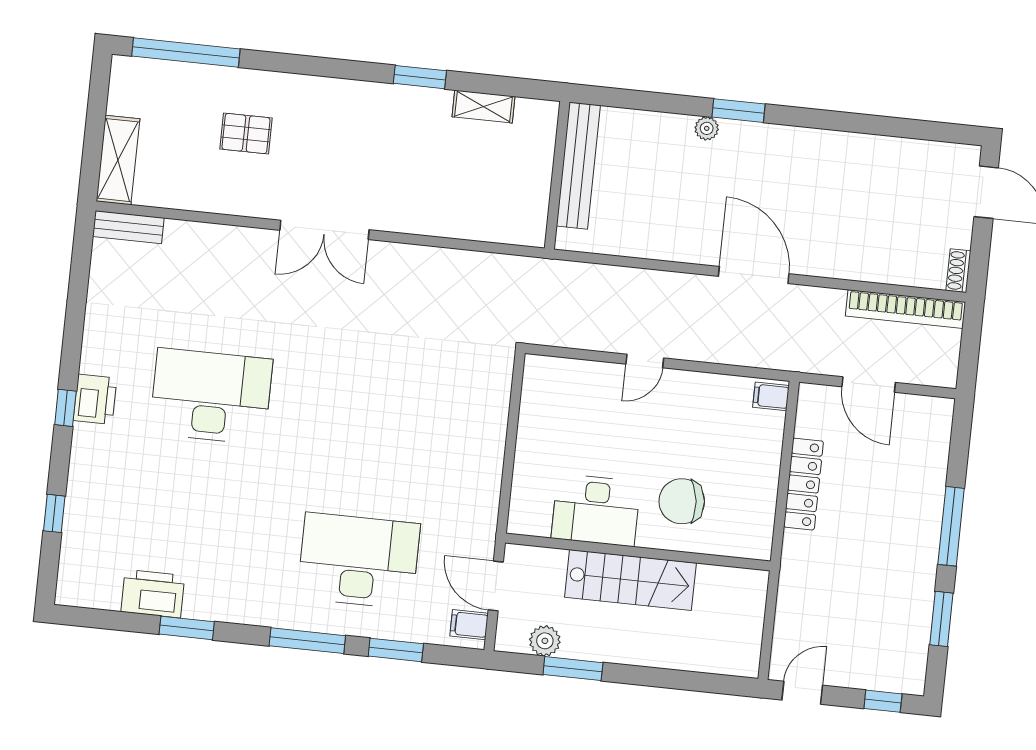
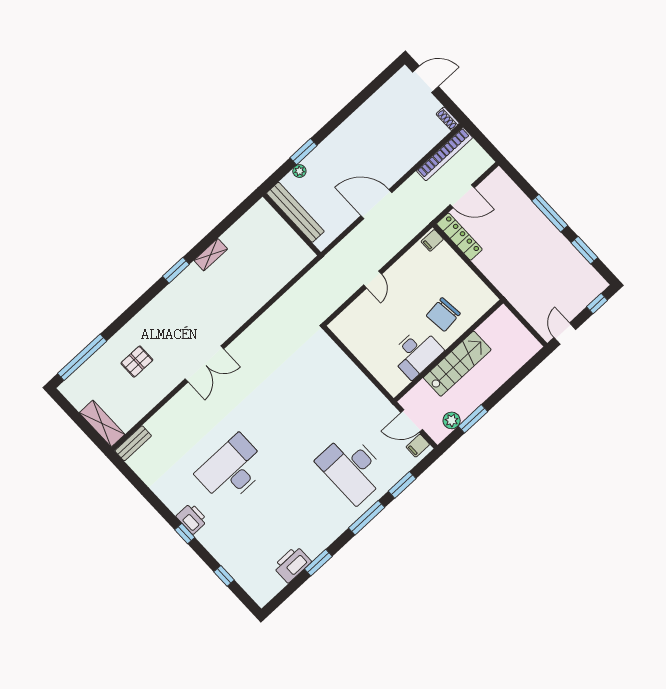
bench: (578, 166) -> (295, 212), moved
wall: (557, 175) -> (292, 224), moved
locker: (803, 484) -> (459, 237), moved
desk: (359, 561) -> (352, 468), turned -90

